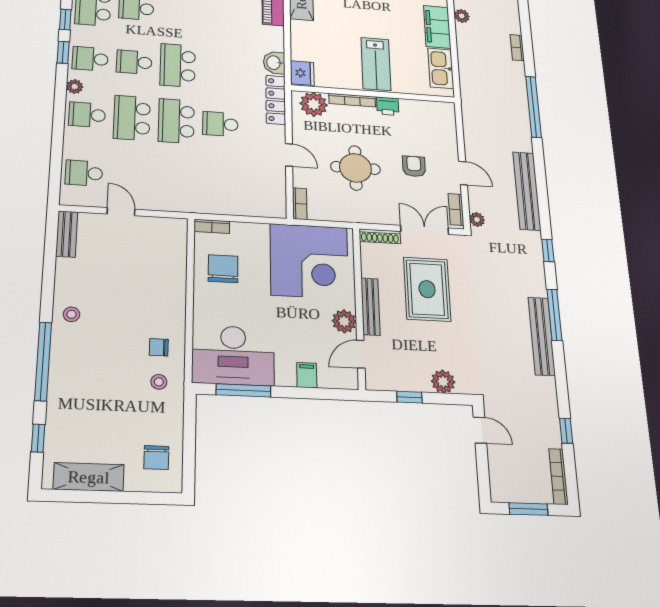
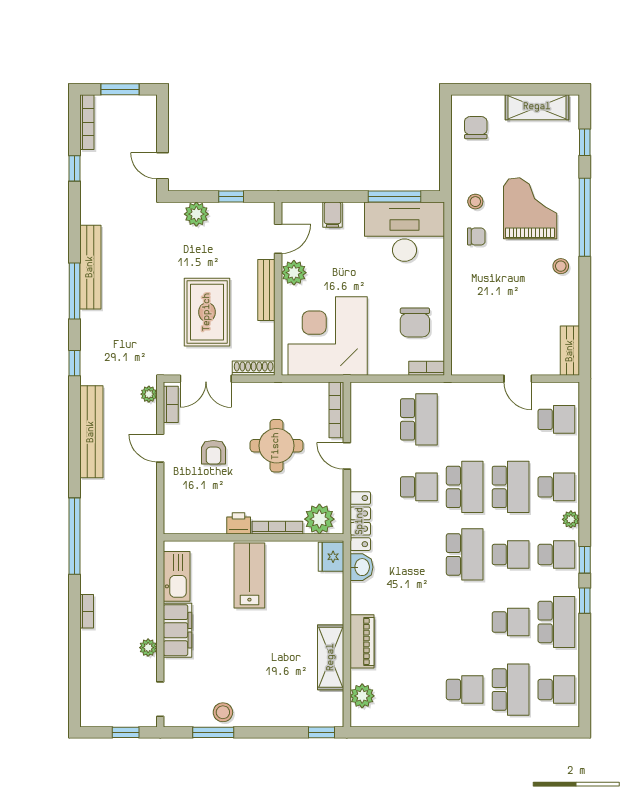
school desk: (220, 182) -> (419, 419), added
bookcase: (300, 204) -> (336, 410), width x1.56
grand piano: (101, 373) -> (530, 208), added

